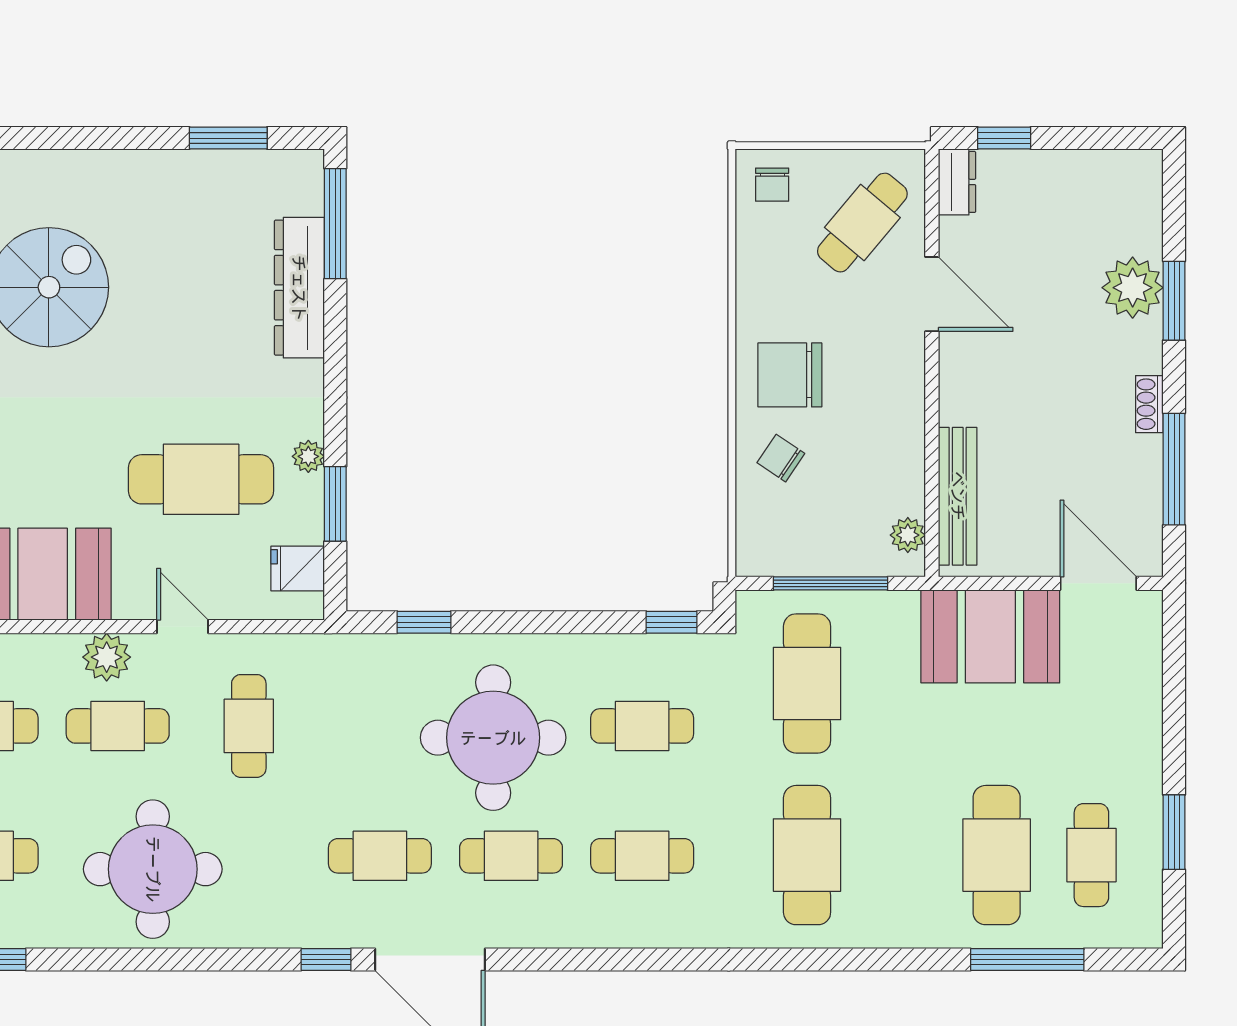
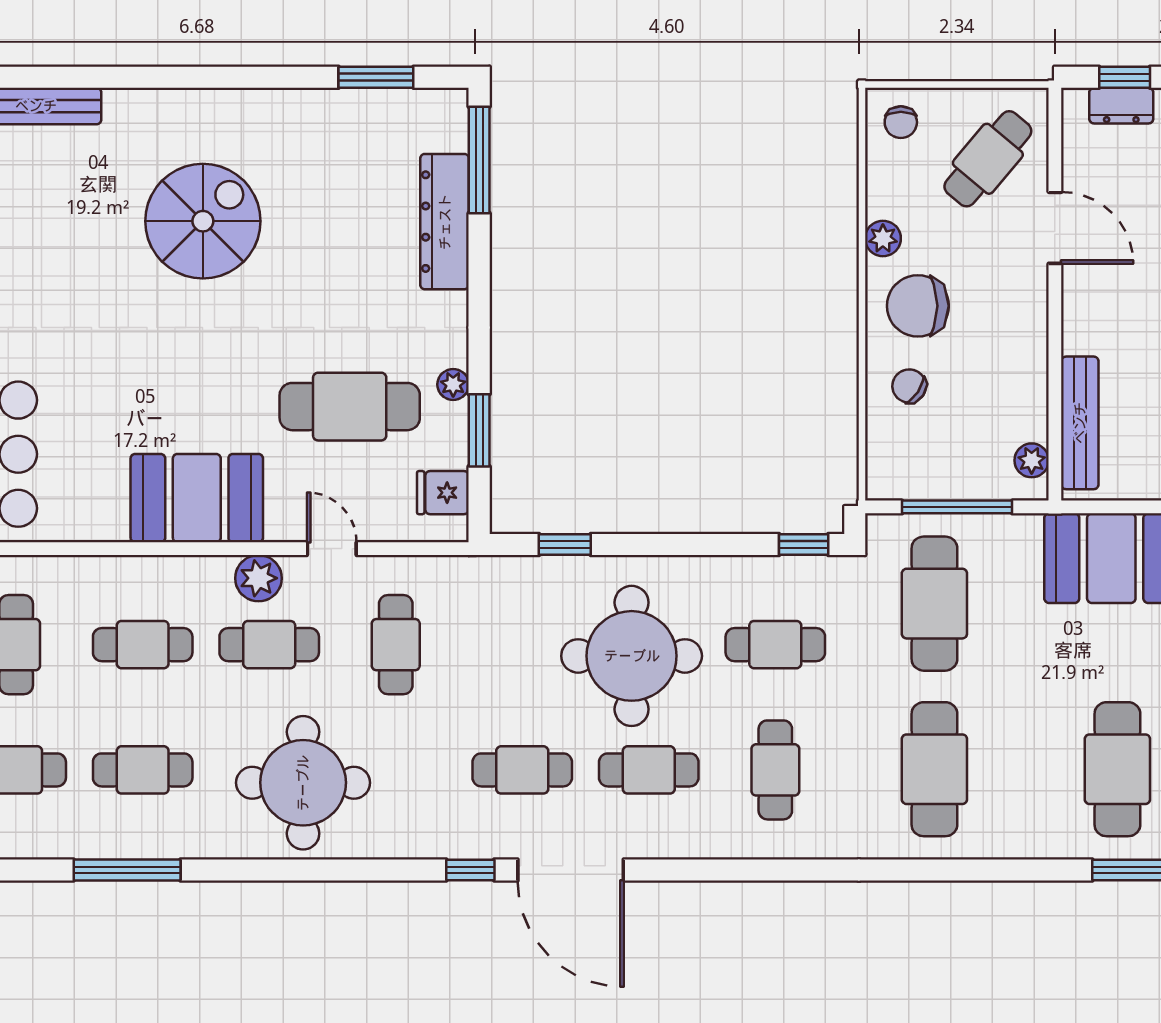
dresser: (957, 182) -> (1121, 106), moved, turned 90
plant: (754, 305) -> (883, 238), added
cafe table: (642, 856) -> (775, 770), turned 90

